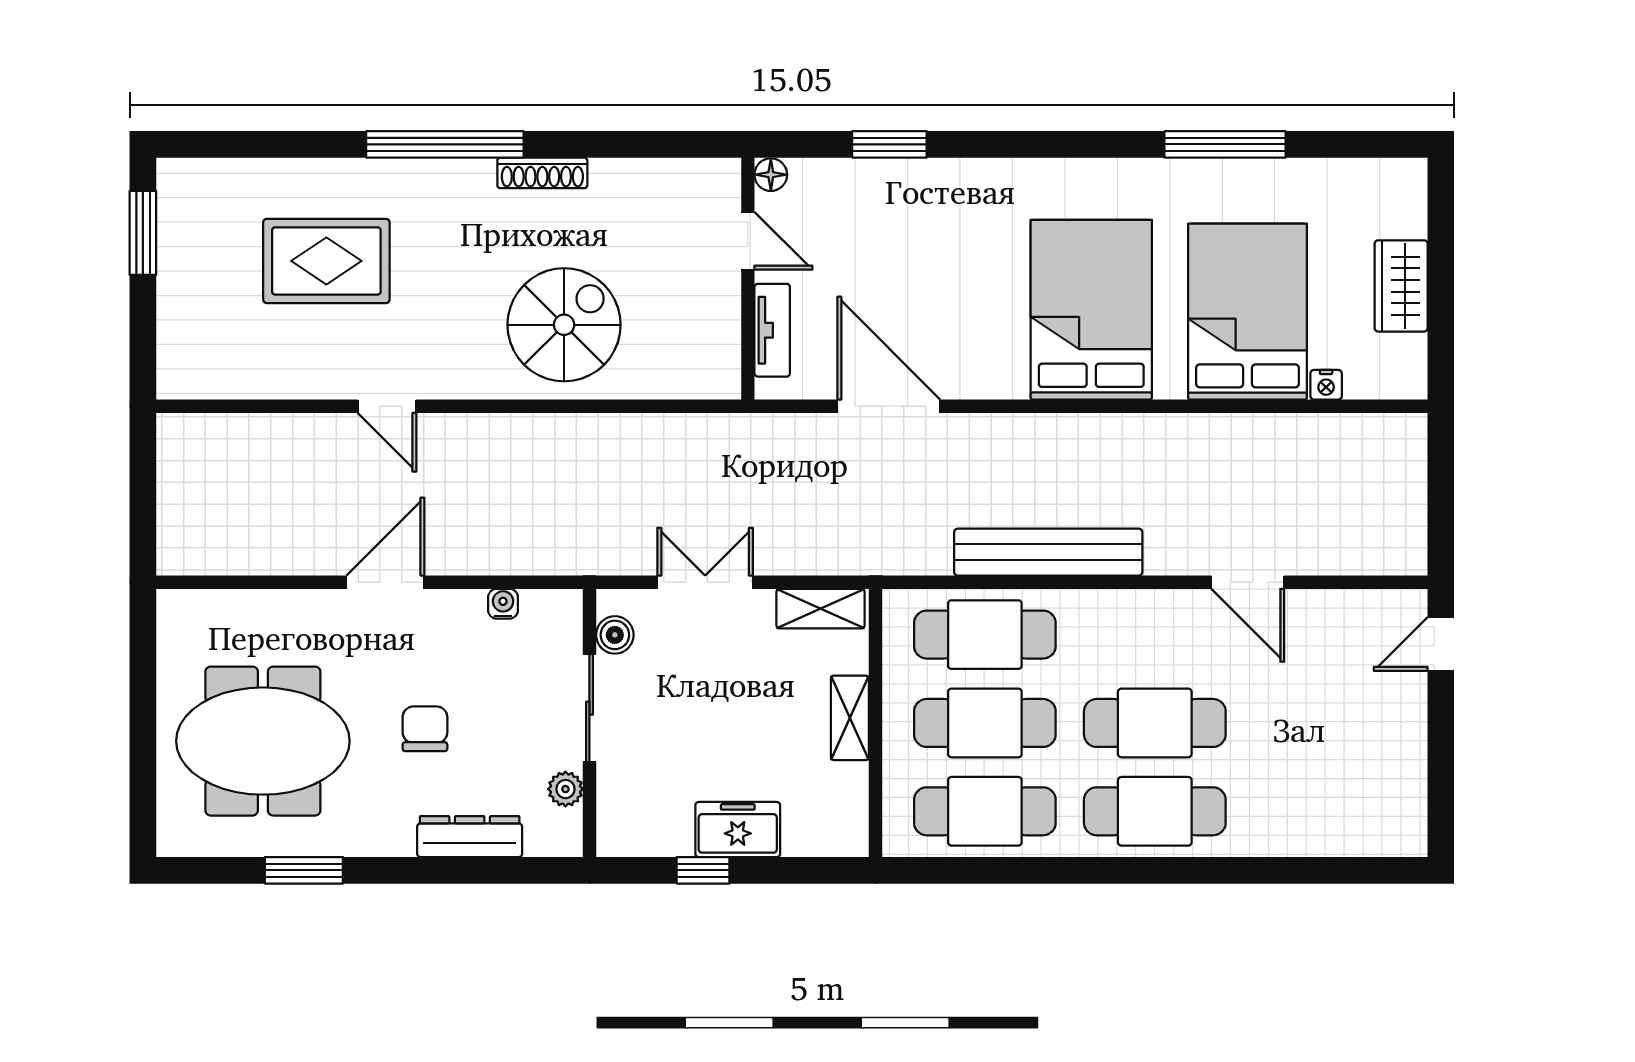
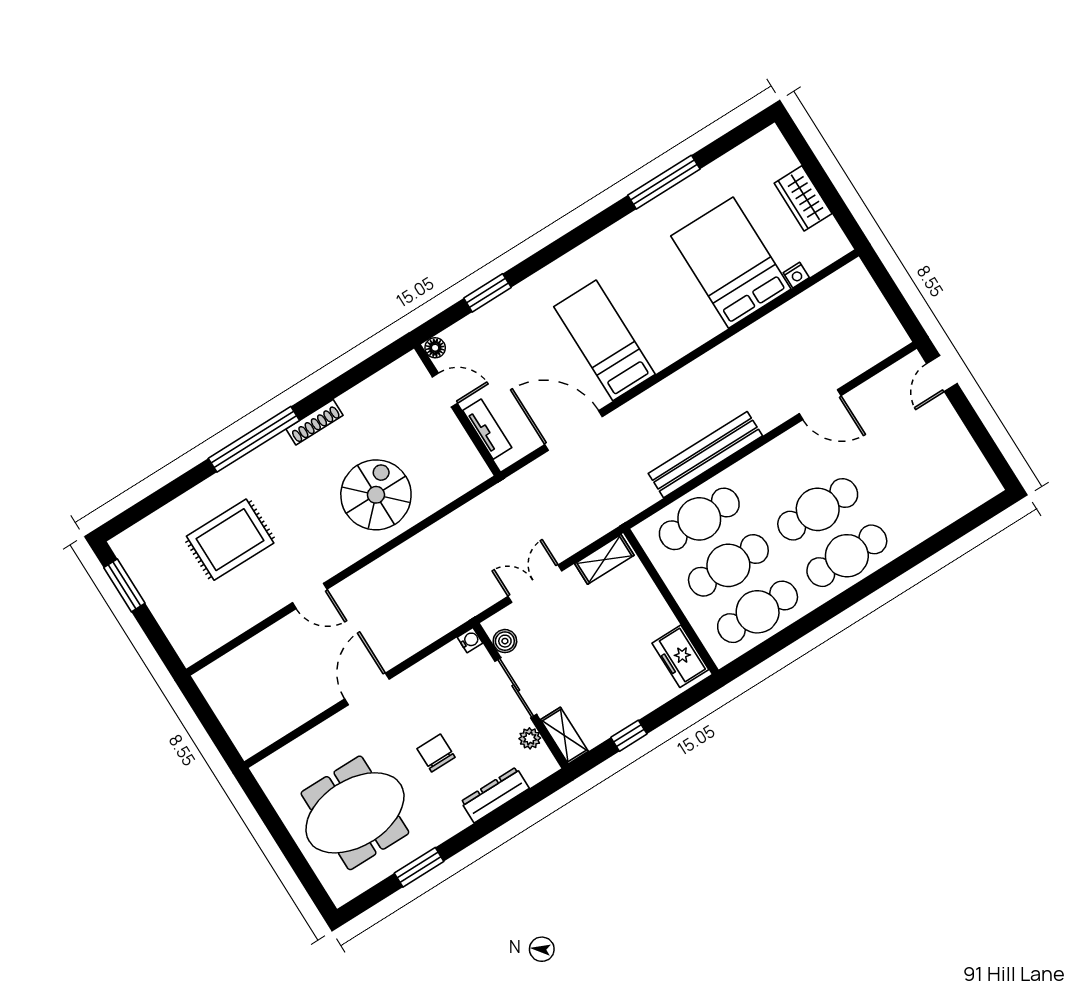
bed: (1091, 310) -> (605, 340), moved, width x0.67
water cooler: (503, 604) -> (470, 640), moved, turned 90
shelving: (850, 718) -> (564, 736), moved
freezer: (738, 830) -> (680, 656), moved, turned -90

